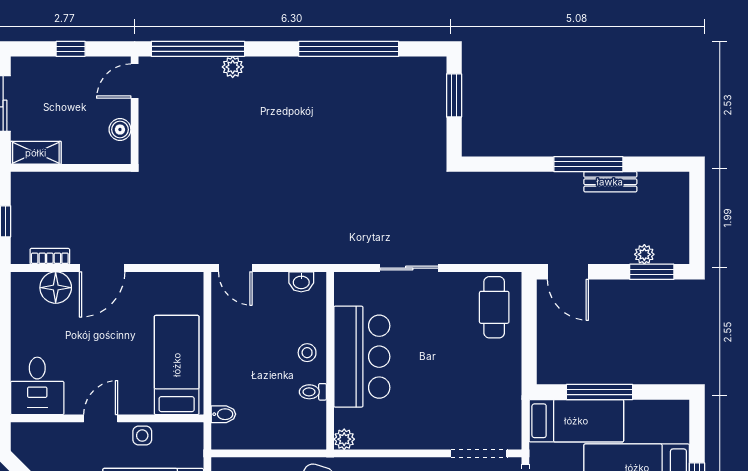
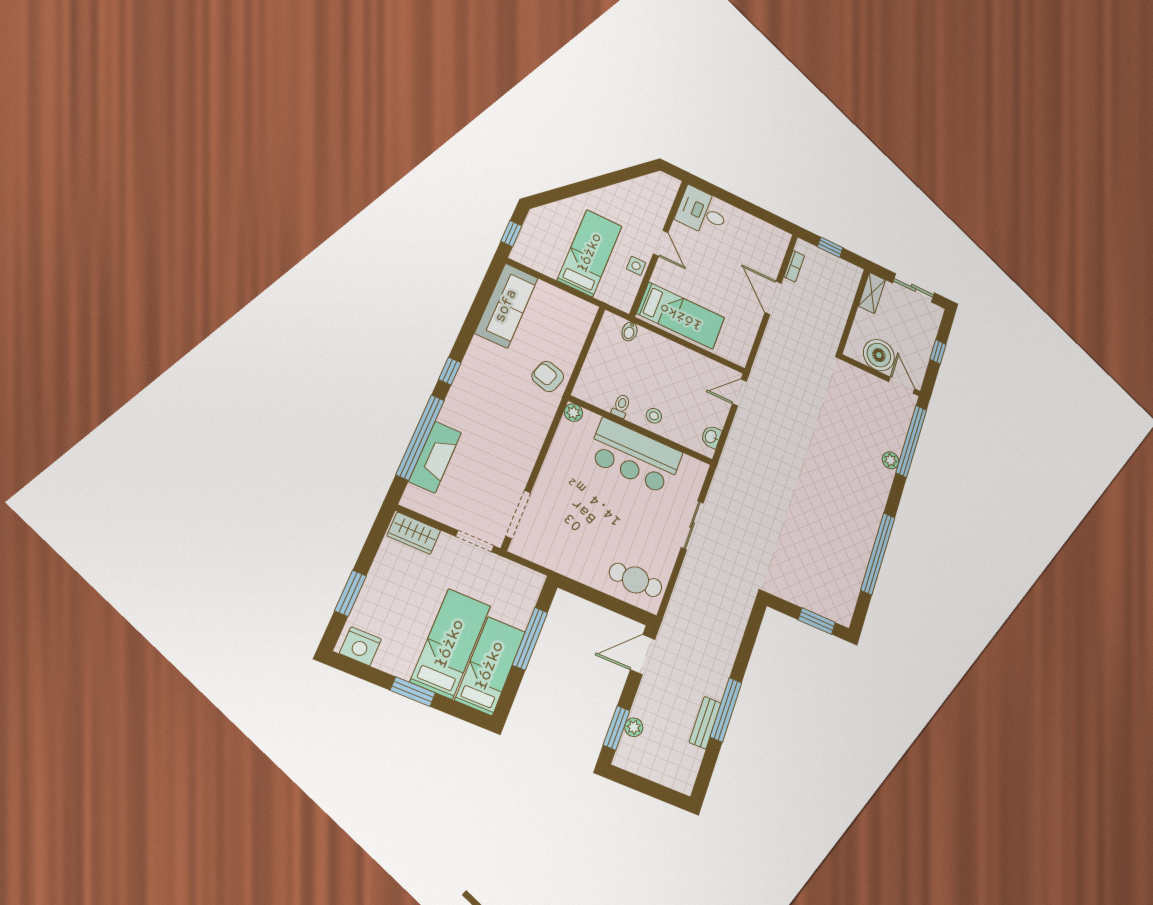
boiler: (120, 130) -> (879, 355), width x1.86, depth x1.86
floor lamp: (56, 288) -> (770, 259), removed
bed: (576, 421) -> (490, 666), moved, turned 180

